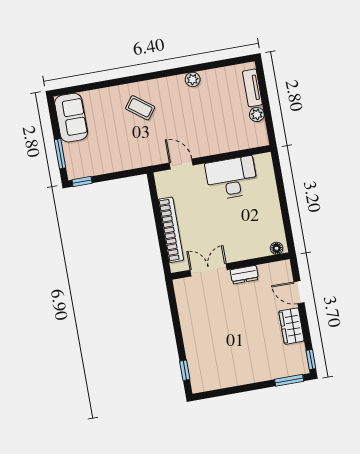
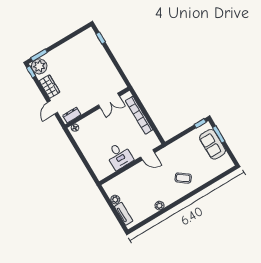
sofa: (71, 118) -> (213, 144), moved
desk: (231, 178) -> (119, 156), width x0.73
dresser: (244, 275) -> (72, 115), moved
door: (299, 292) -> (53, 107), swing flipped
plant: (295, 363) -> (39, 66), added

